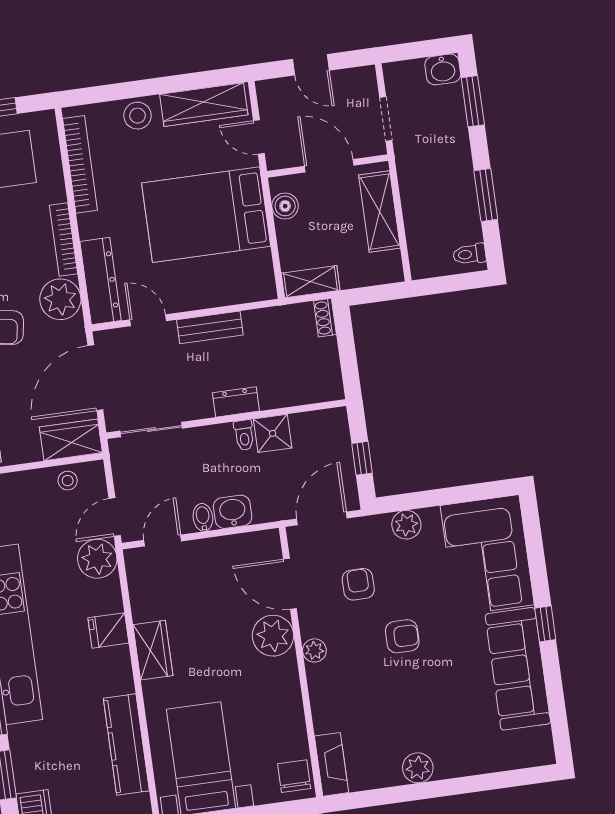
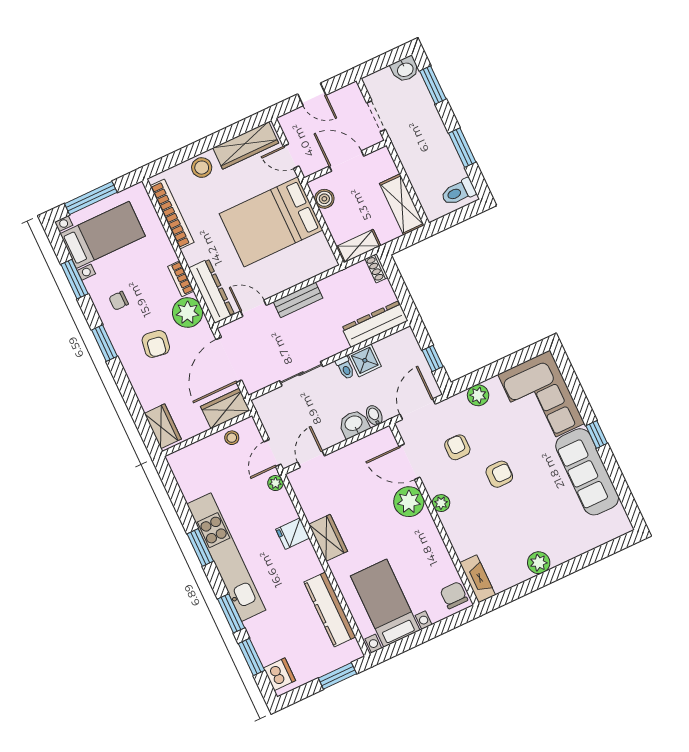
shelving: (380, 212) -> (402, 204), moved
bookcase: (63, 240) -> (181, 279), width x0.64
toilet: (469, 254) -> (458, 192), width x1.37, depth x1.39
dresser: (236, 402) -> (375, 324), moved, width x1.96, depth x1.24
sliding door: (151, 430) -> (301, 374), moved
bidet: (203, 517) -> (374, 415), moved
plant: (97, 559) -> (275, 483), width x0.53, depth x0.53

